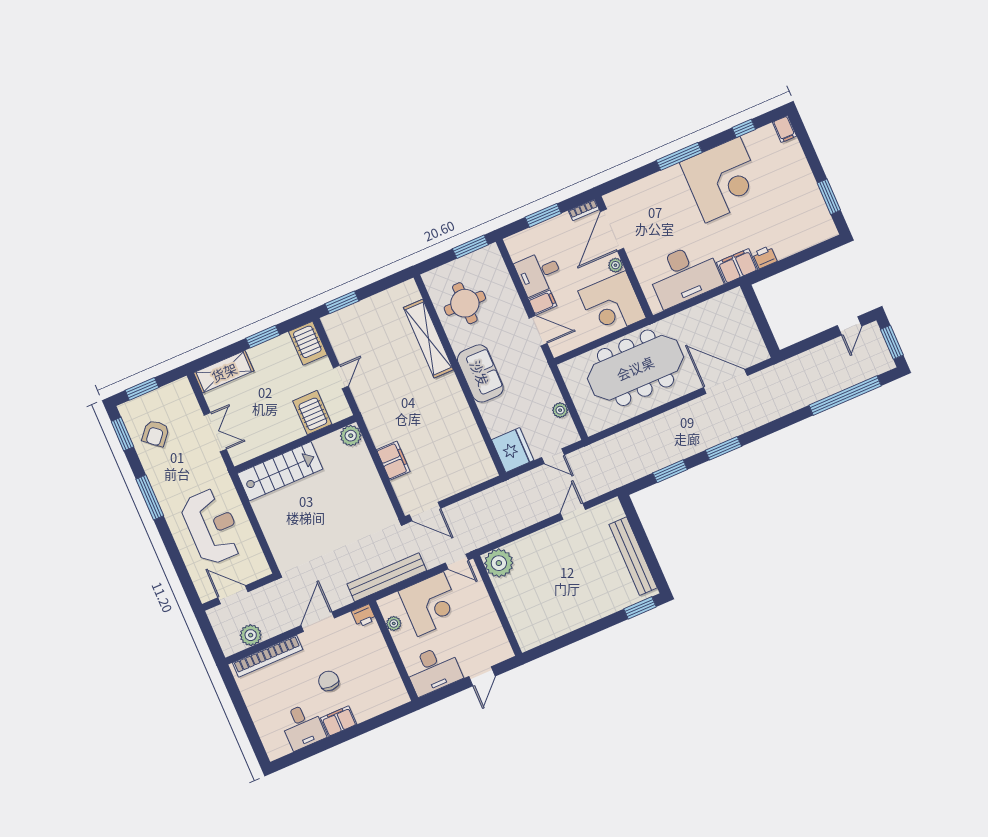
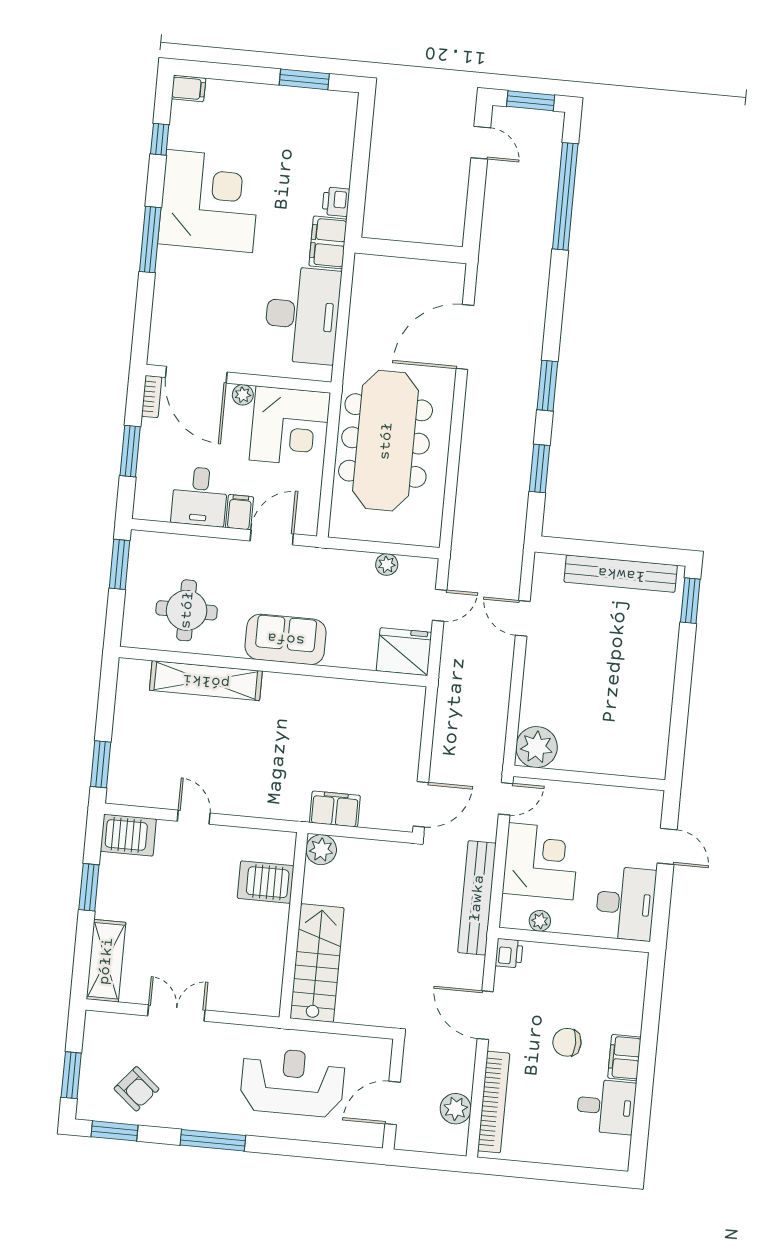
server rack: (312, 413) -> (266, 882), moved
plant: (351, 436) -> (321, 850), moved
wall: (295, 444) -> (293, 925), moved
stairs: (280, 471) -> (317, 963), moved

